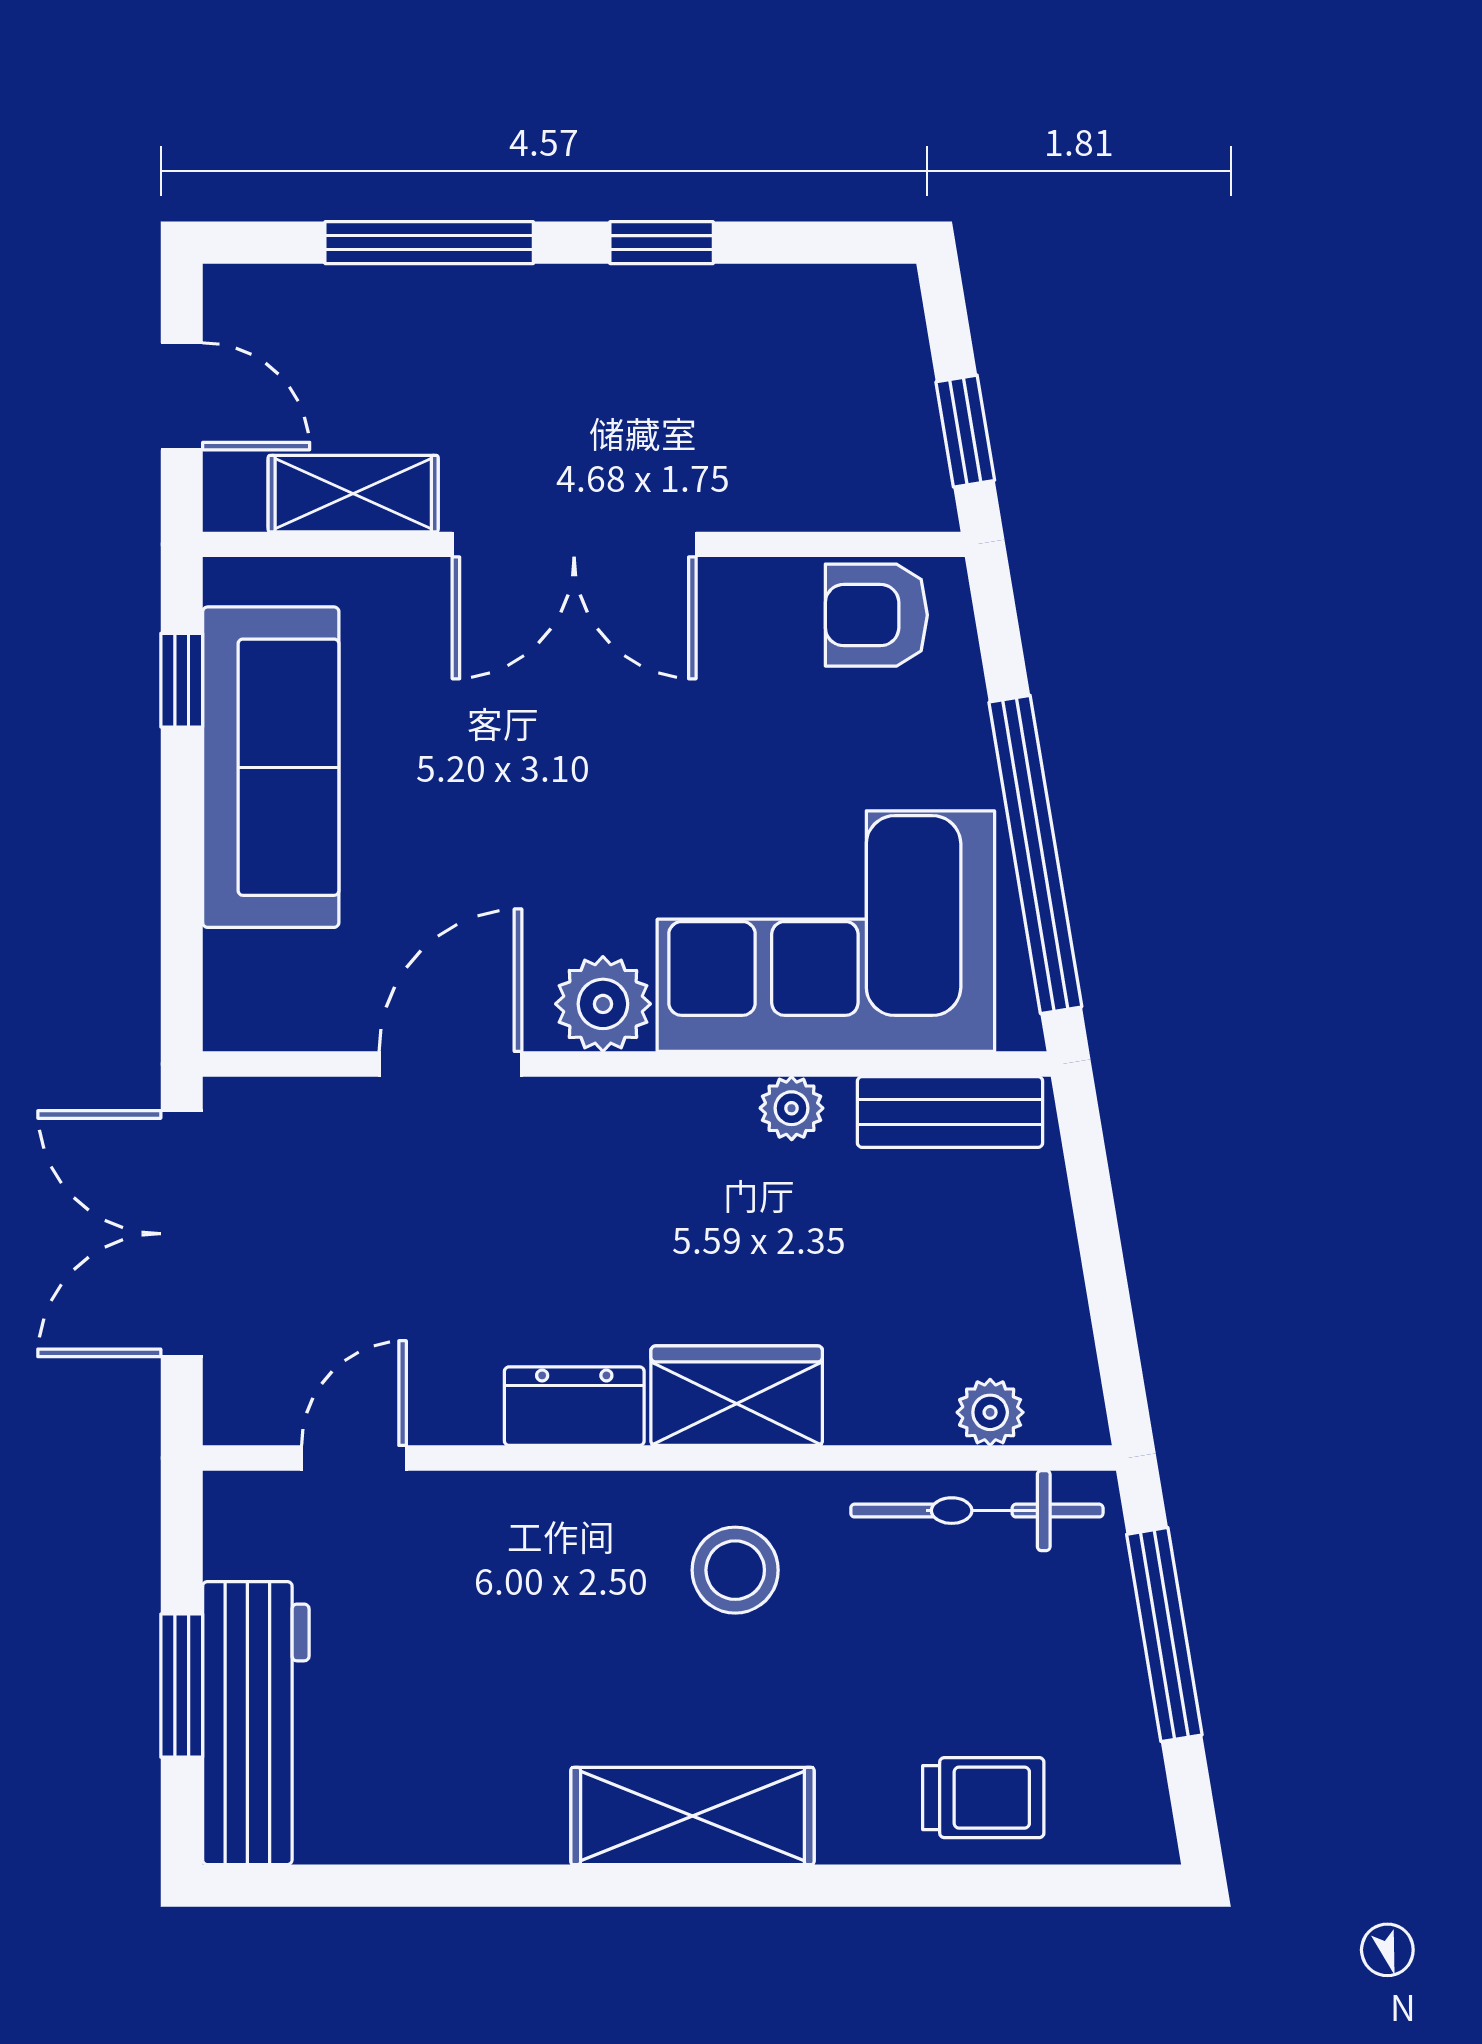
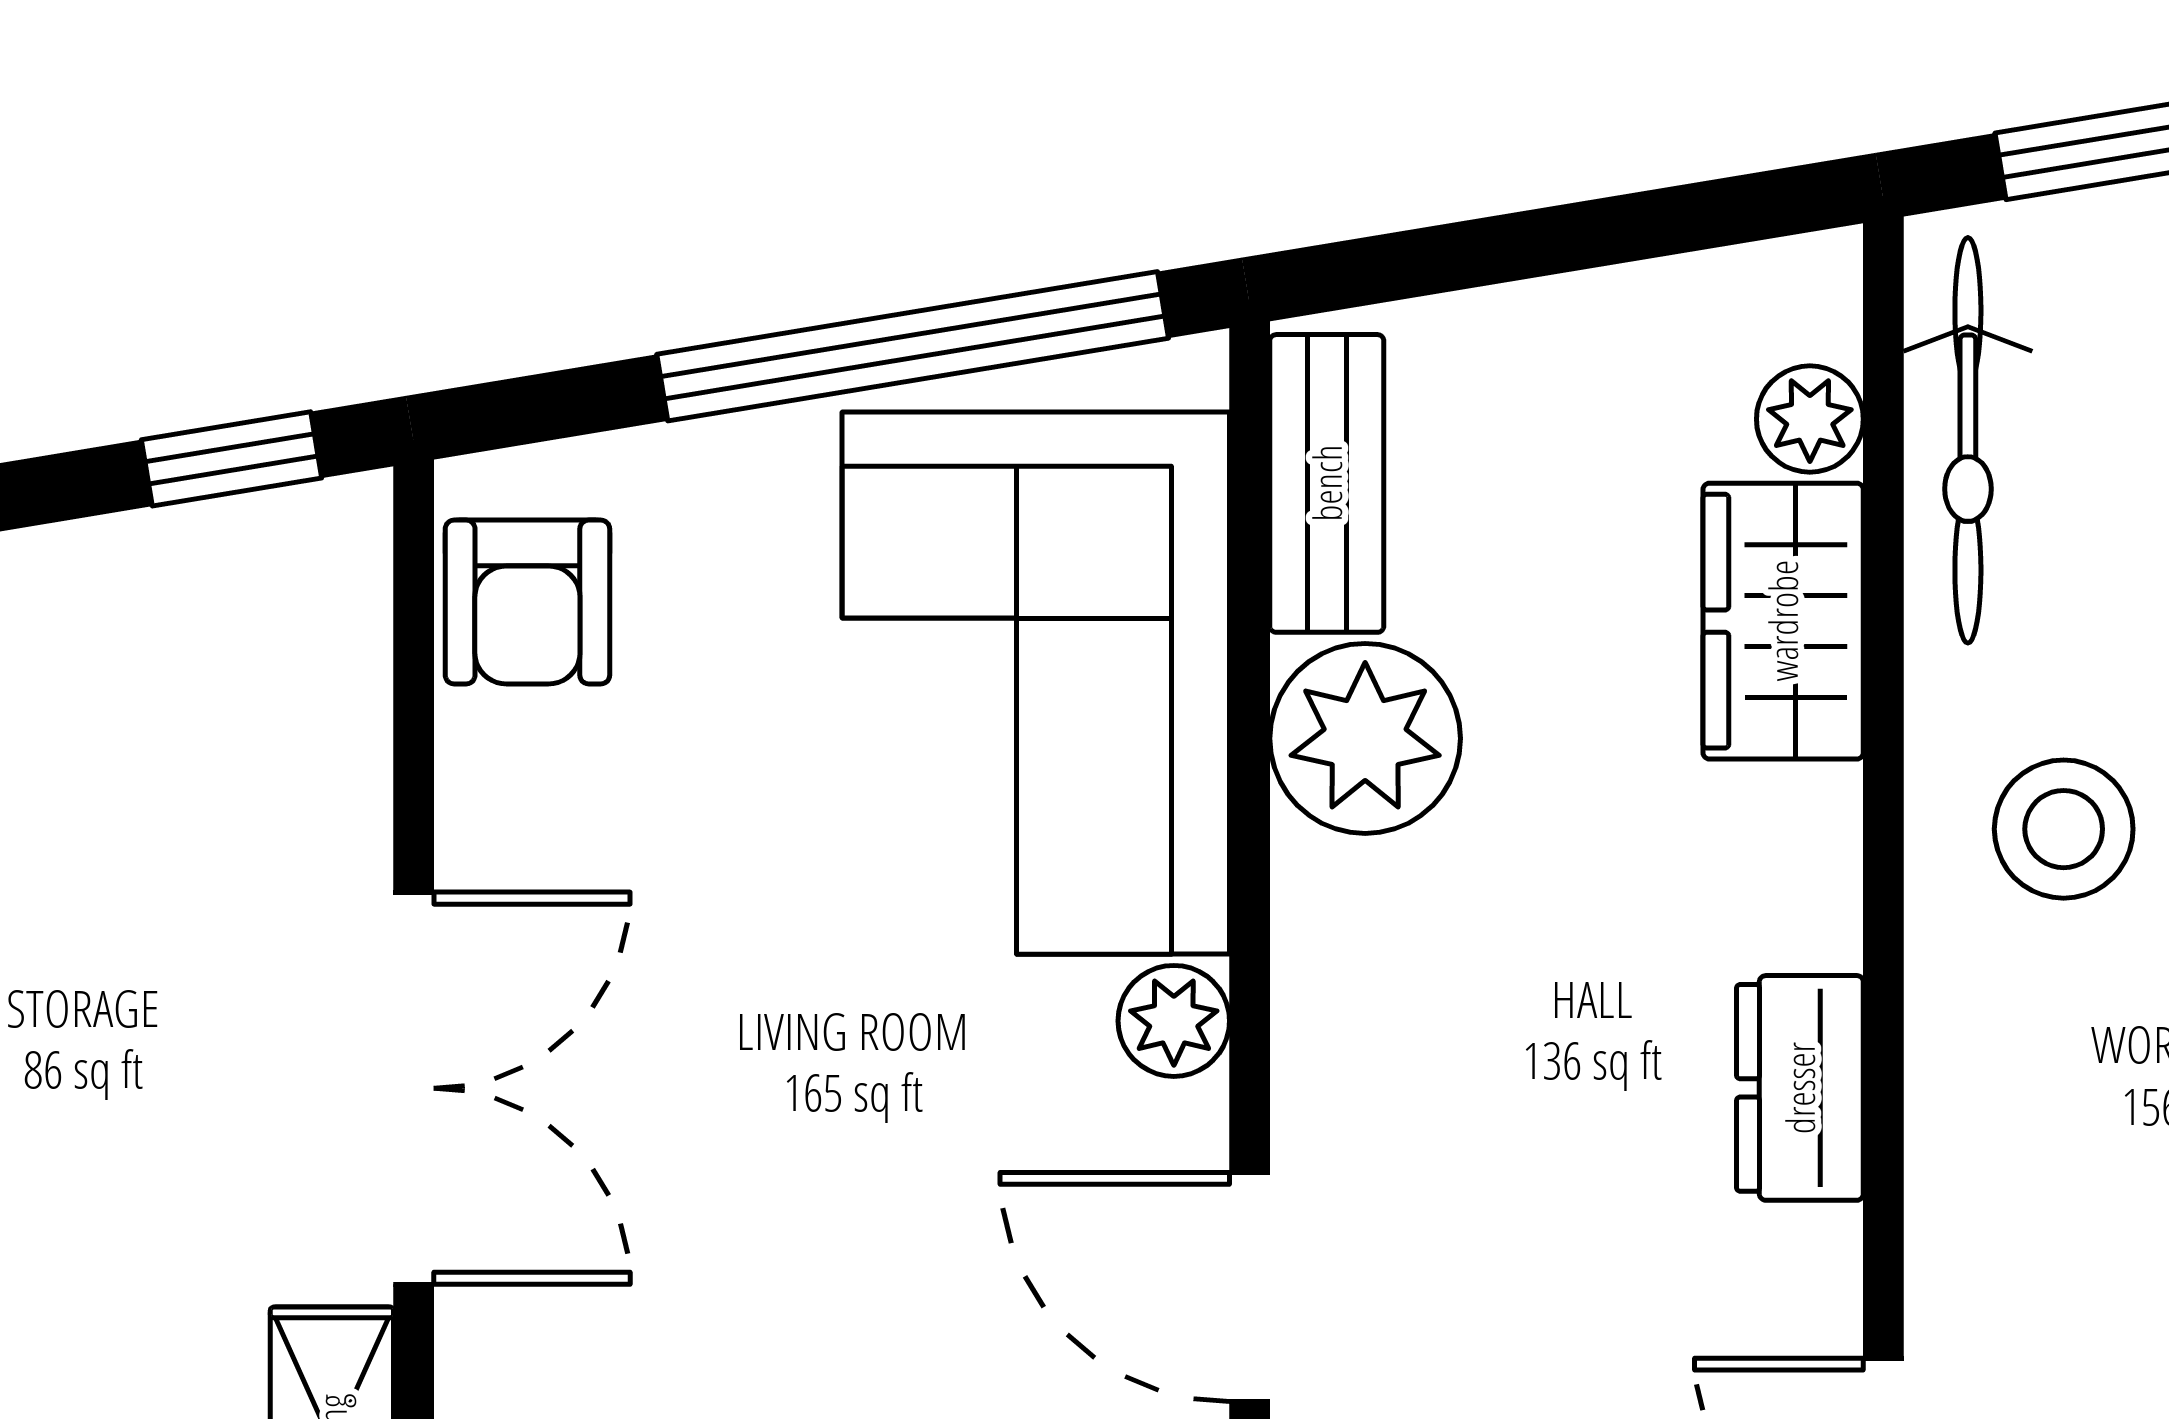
plant: (603, 1004) -> (1174, 1021), width x0.73, depth x0.73
plant: (792, 1108) -> (1365, 738), width x1.88, depth x1.88
wardrobe: (737, 1396) -> (1783, 621), moved

